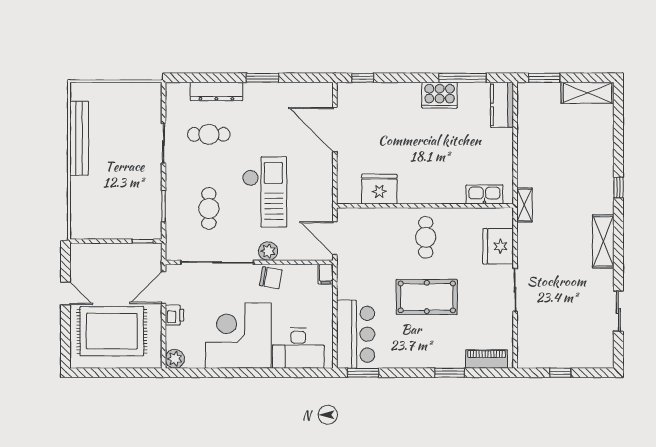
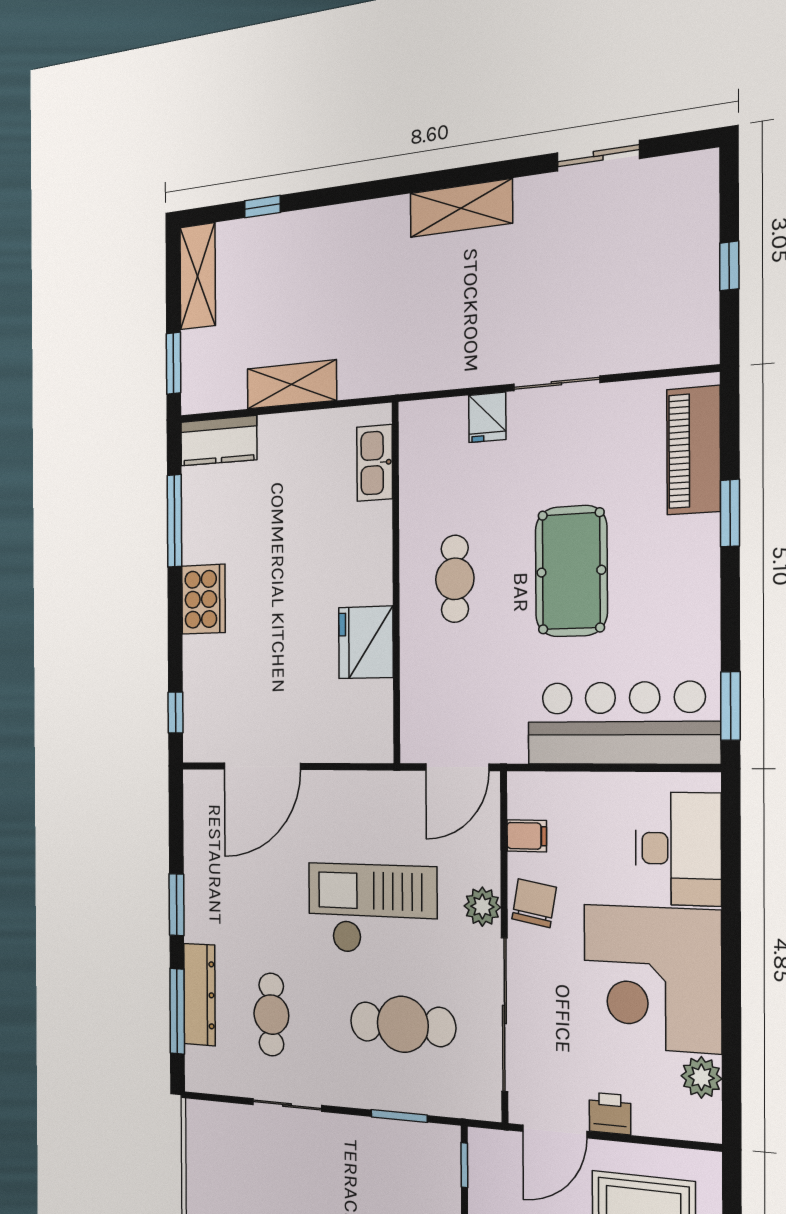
window: (207, 78) -> (177, 1011), added
cooker: (440, 95) -> (203, 599), moved
window: (618, 187) -> (262, 207), moved
fridge: (379, 189) -> (366, 642), moved
shelving: (524, 205) -> (292, 384), moved, width x1.50, depth x1.33
cafe table: (209, 208) -> (403, 1024), width x1.37, depth x1.35
cafe table: (426, 237) -> (455, 579), turned 90
fridge: (498, 246) -> (487, 417), width x0.53, depth x0.75
filing cabinet: (326, 274) -> (527, 836), moved
door: (164, 288) -> (555, 1131), hinge flipped
bar counter: (356, 334) -> (622, 723), width x1.36
plant: (175, 359) -> (701, 1077), moved
piano: (487, 359) -> (693, 450), width x1.37, depth x1.33

